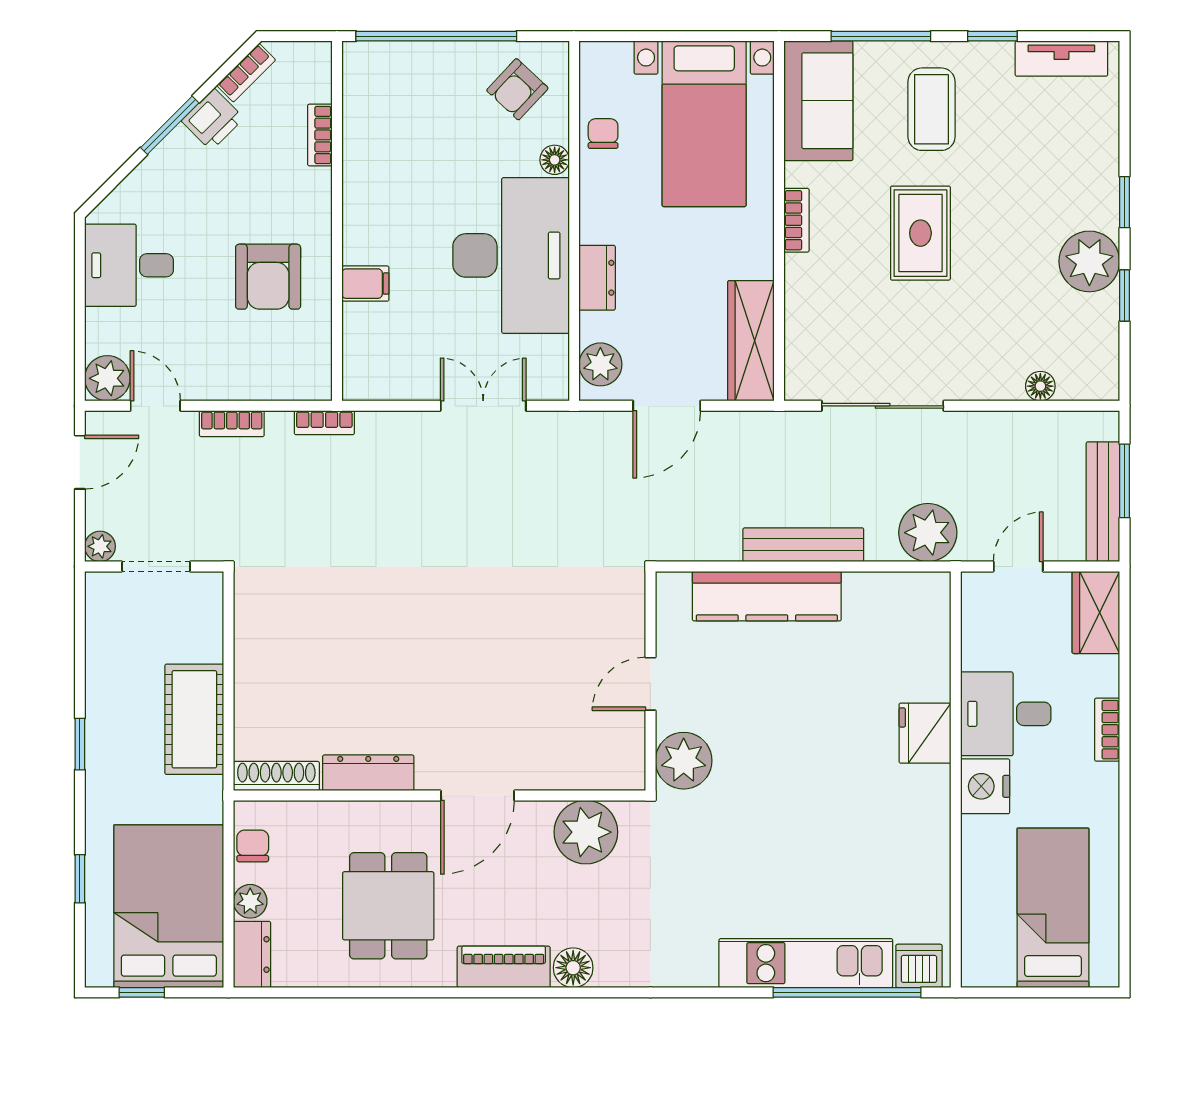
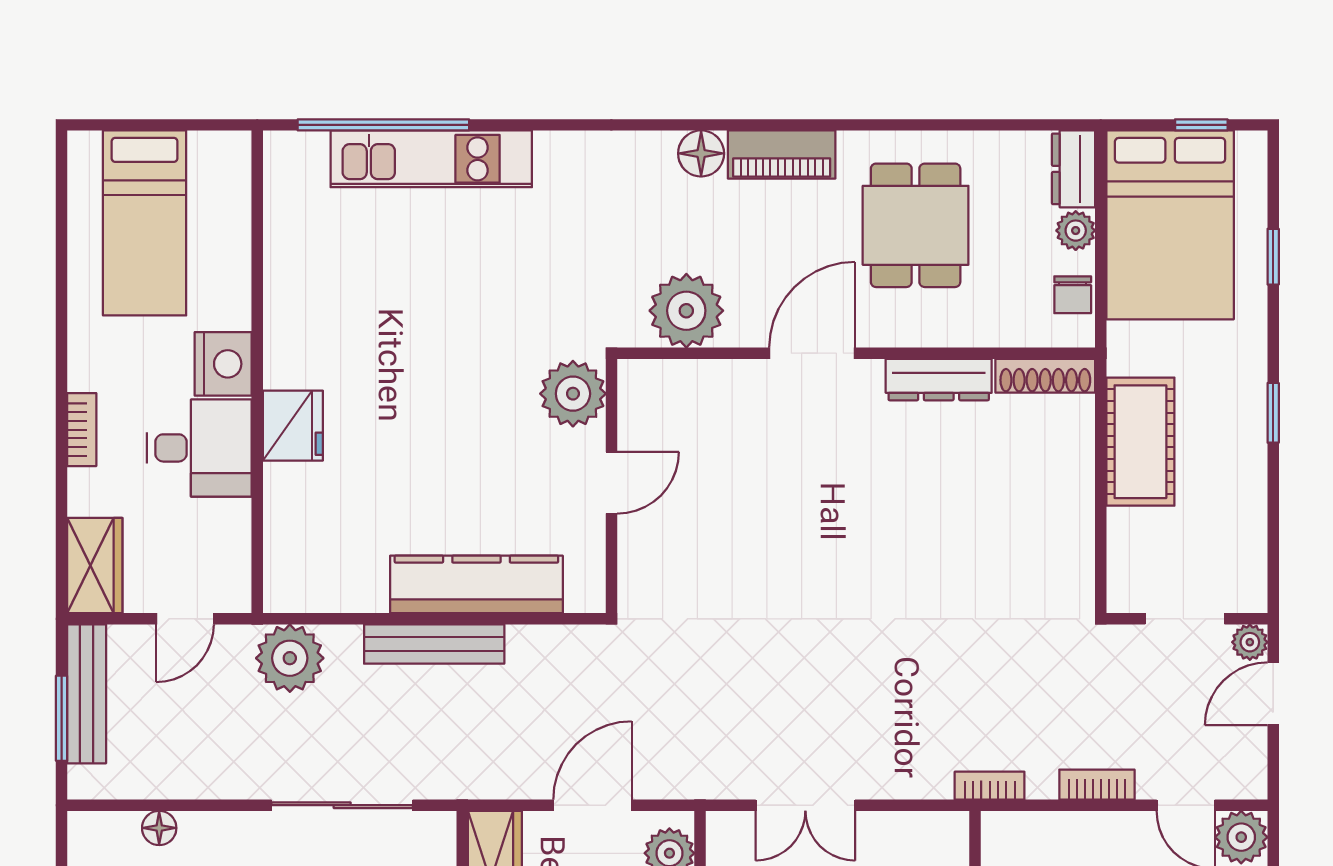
door: (80, 462) -> (1273, 694), moved
dishwasher: (919, 966) -> (300, 156), removed

